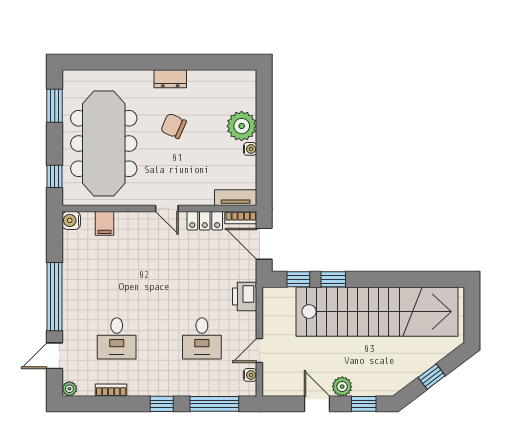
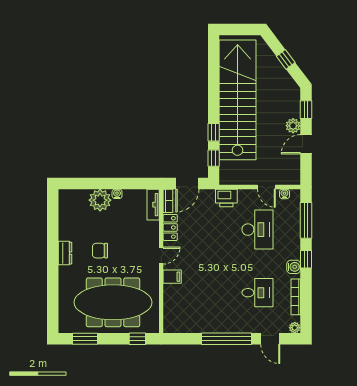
chair: (174, 126) -> (100, 251), turned 66
water cooler: (71, 220) -> (294, 267), moved, turned -90
filing cabinet: (105, 223) -> (172, 277), moved
desk: (202, 338) -> (257, 230), width x1.37
bookcase: (111, 390) -> (296, 297), width x1.56

